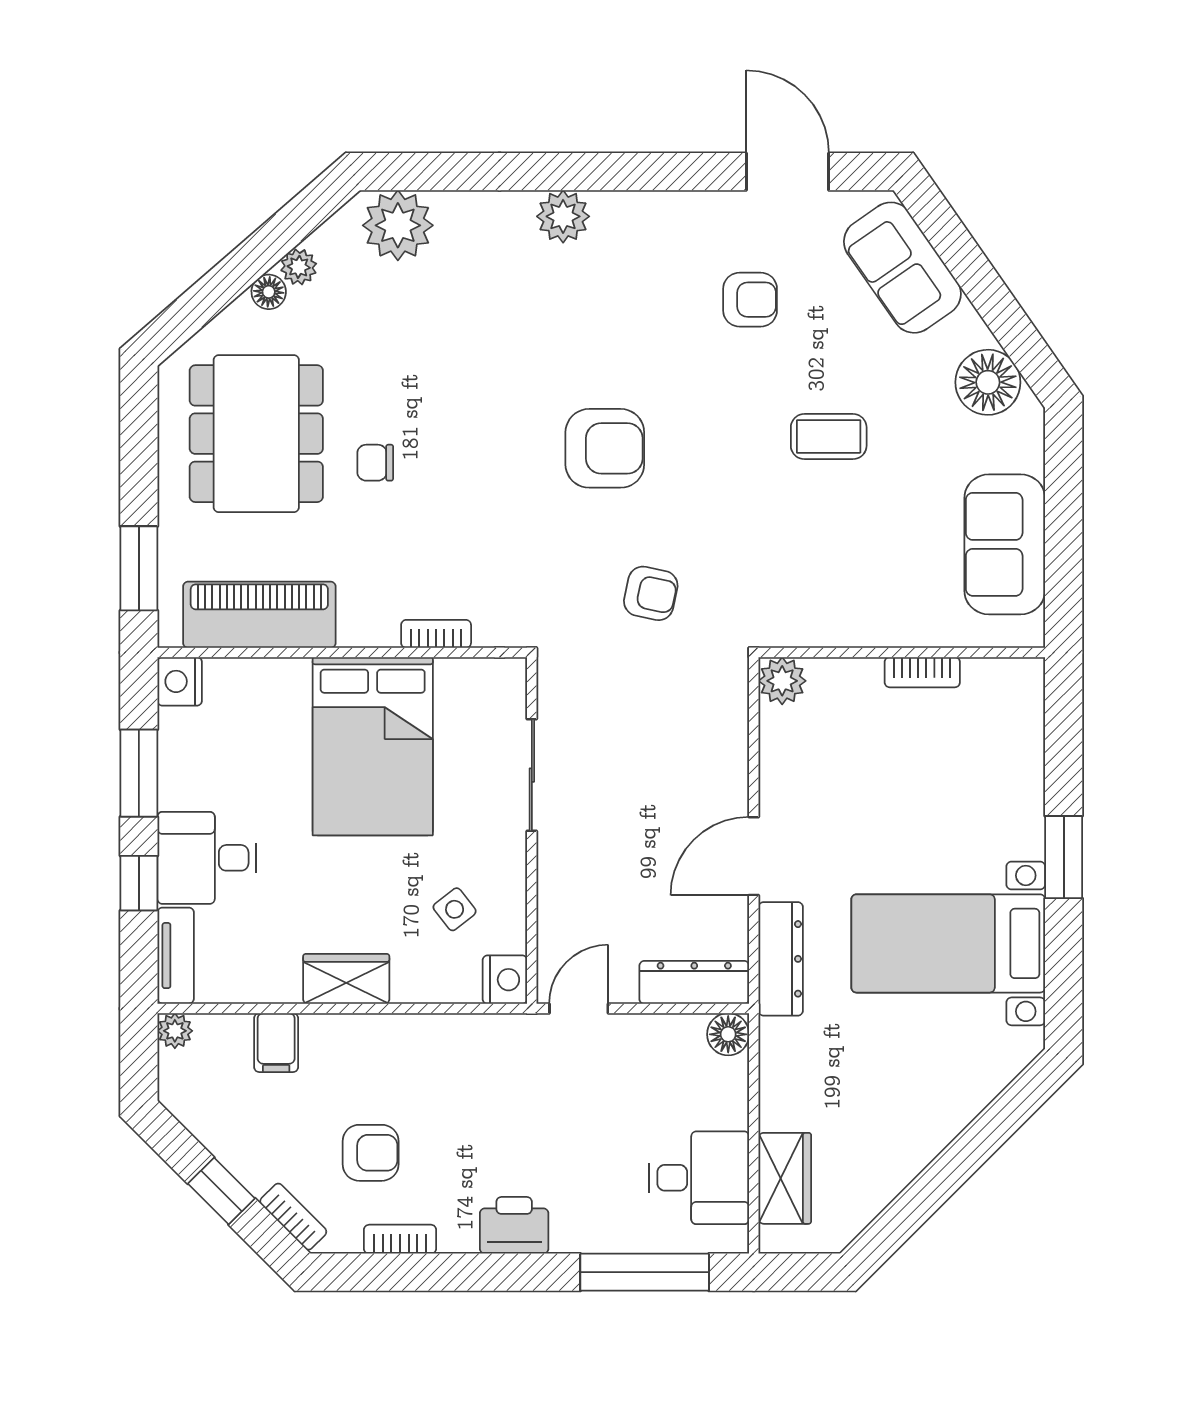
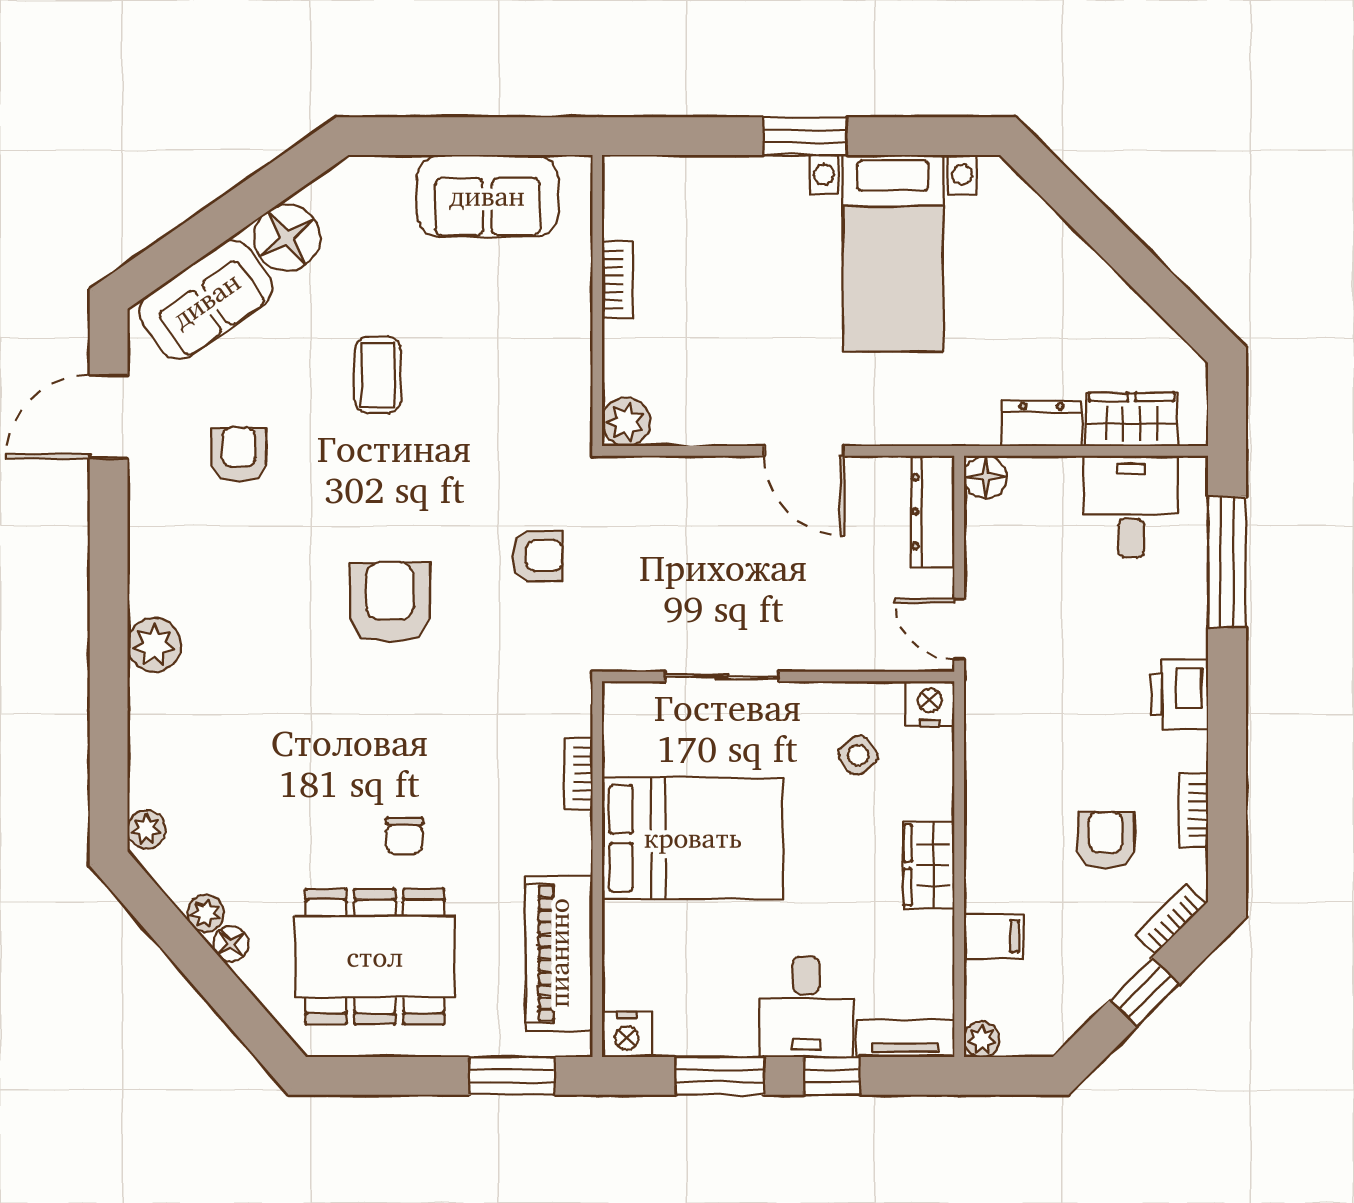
plant: (398, 225) -> (146, 829), width x0.53, depth x0.53
floor lamp: (988, 382) -> (287, 238), moved
armchair: (651, 593) -> (537, 556), turned 78
dresser: (781, 959) -> (1042, 424), moved, width x0.70

